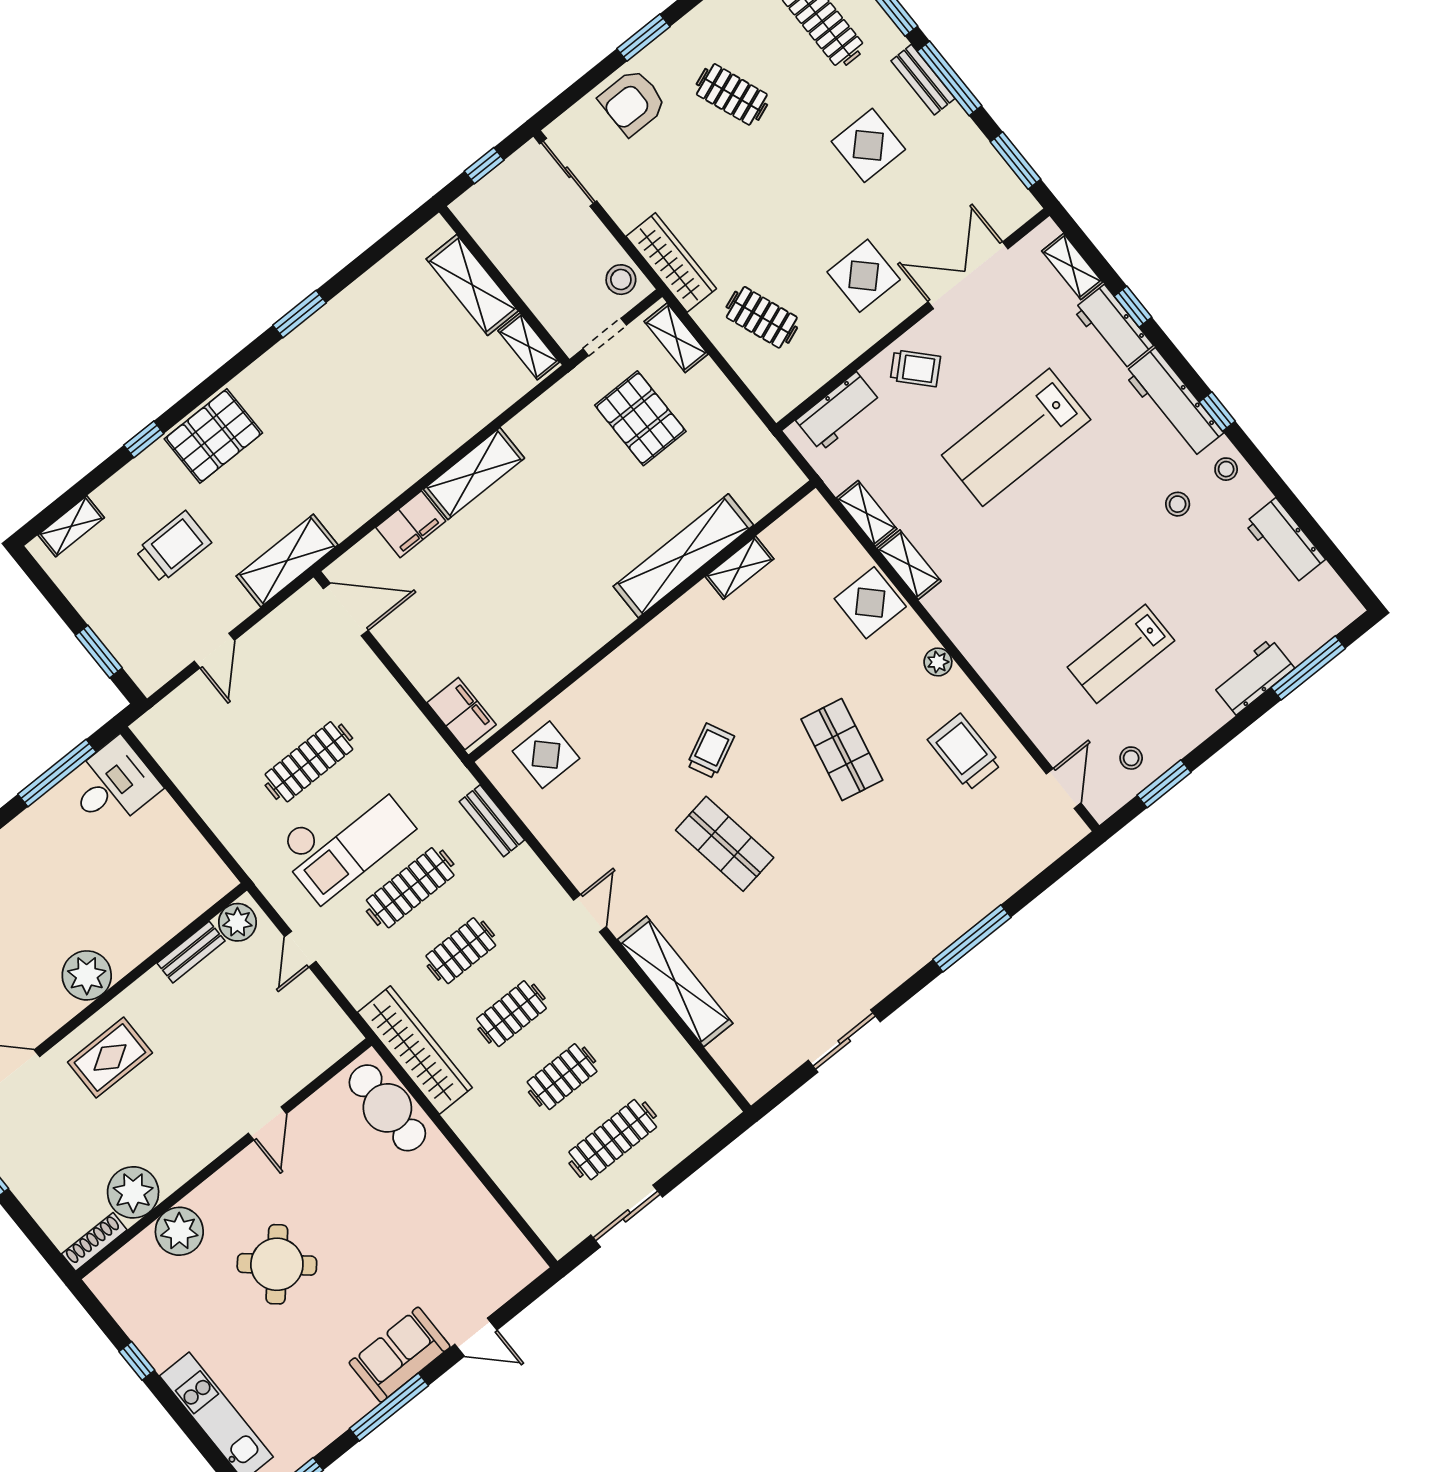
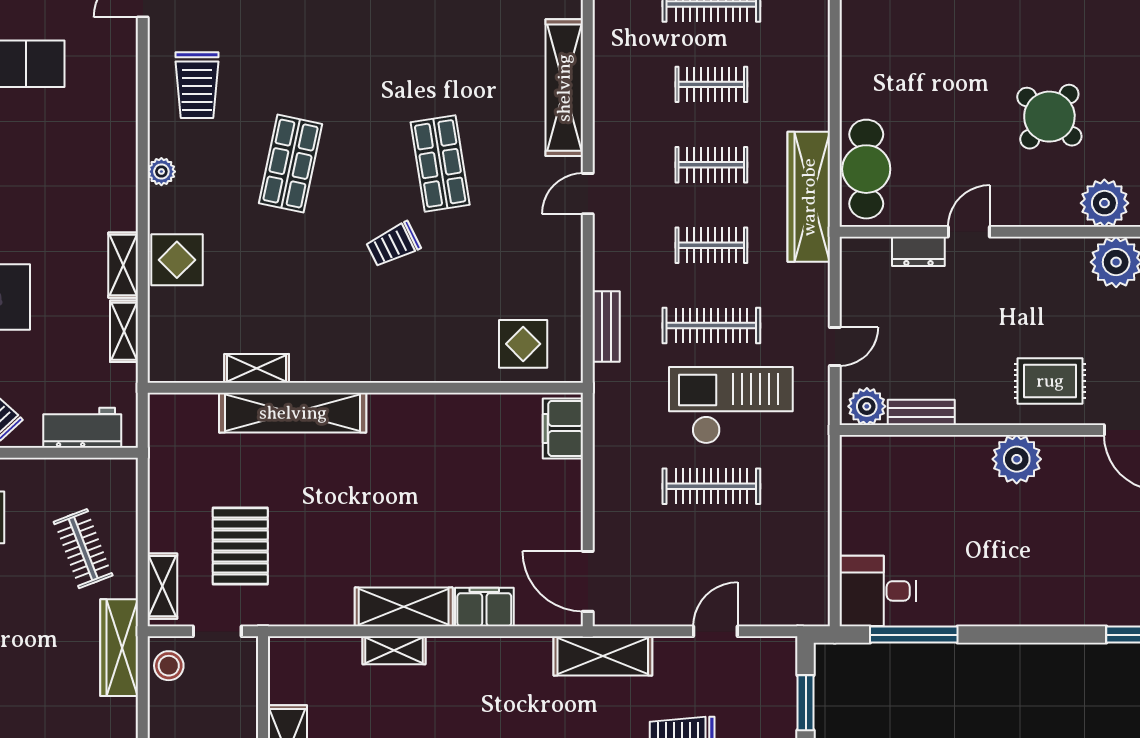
shelving: (529, 346) -> (394, 650), moved, turned 90
dresser: (295, 1076) -> (918, 251), added

